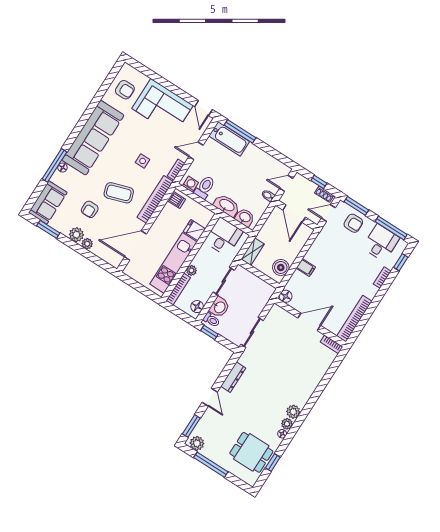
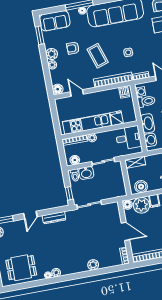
door: (135, 245) -> (77, 93), width x0.53
floor lamp: (115, 260) -> (58, 89), added
plant: (299, 284) -> (141, 205), added
window: (209, 332) -> (69, 193), moved
plant: (293, 412) -> (93, 265), moved
dining table: (251, 452) -> (21, 268), turned 90
window: (273, 462) -> (27, 285), removed

